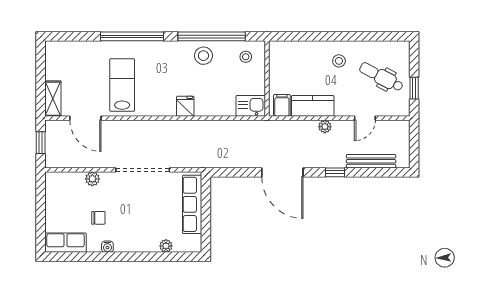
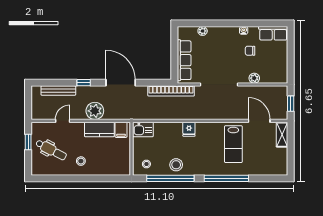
plant: (325, 127) -> (95, 111), width x1.88, depth x1.88
bookcase: (211, 161) -> (171, 91), added

